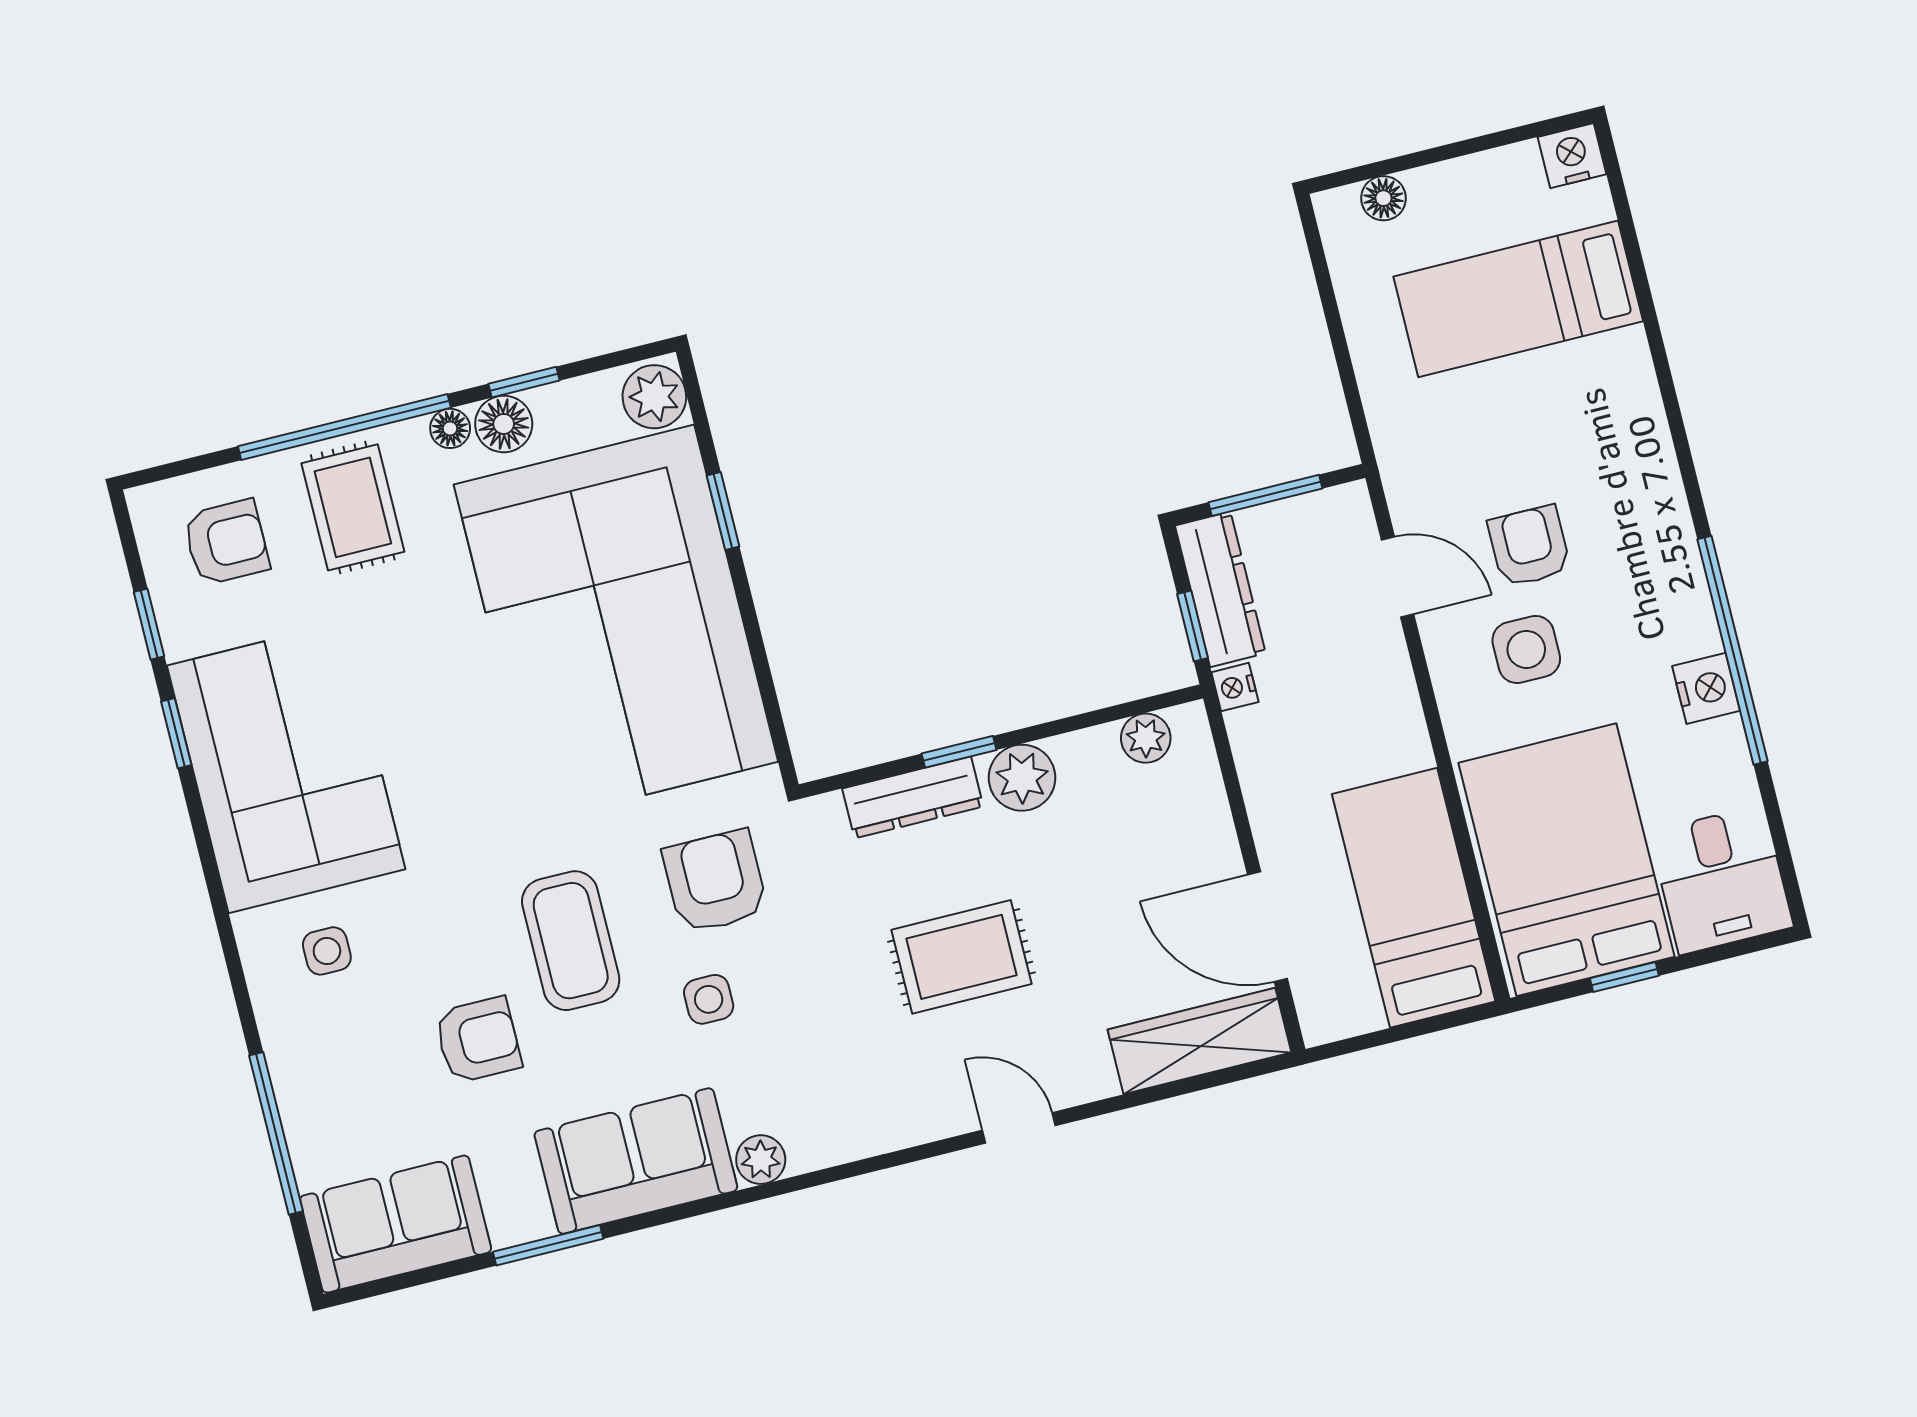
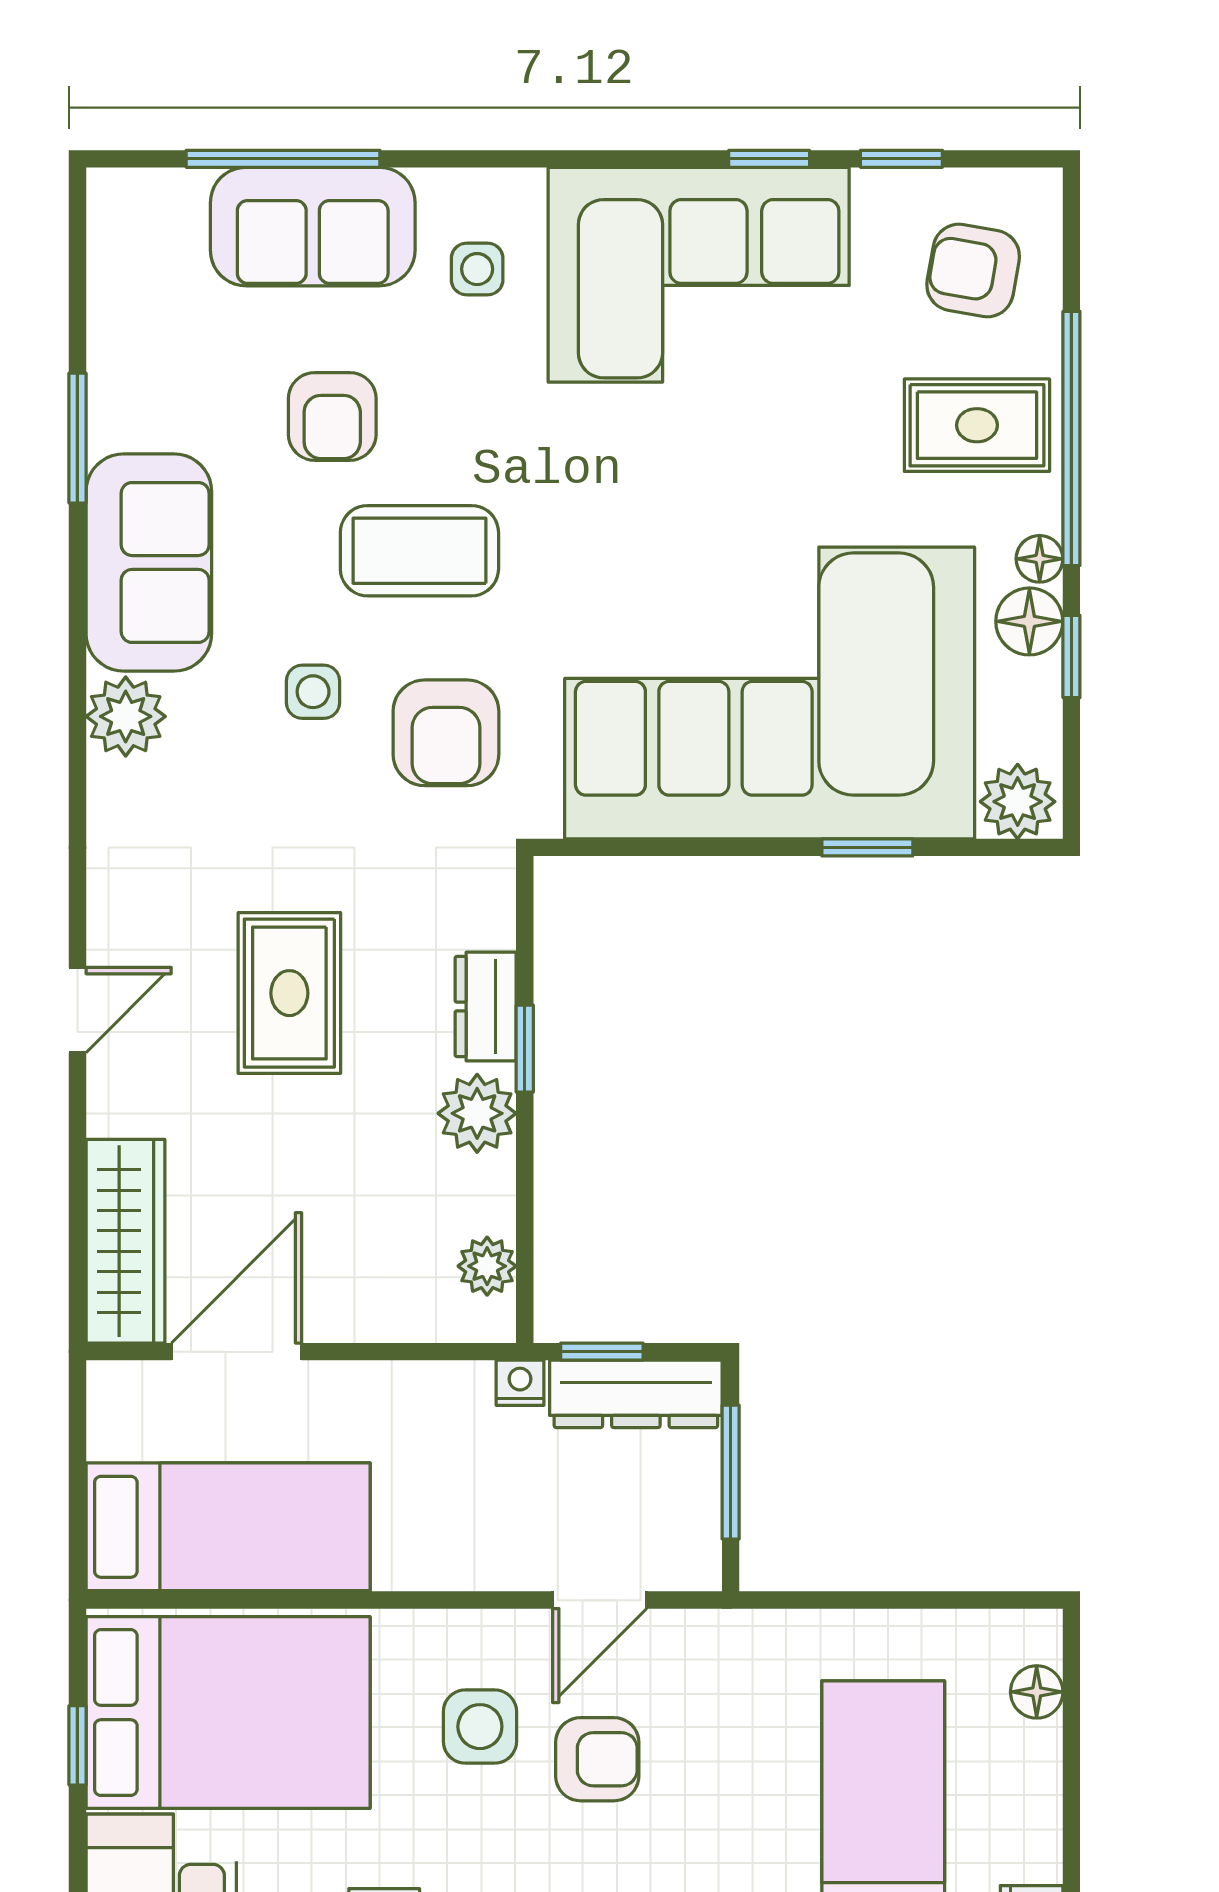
armchair: (226, 542) -> (973, 271), turned 100
dresser: (913, 797) -> (486, 1006), width x0.70
armchair: (715, 881) -> (446, 733), turned 90
plant: (761, 1160) -> (126, 716), width x1.38, depth x1.38
sofa: (396, 1224) -> (313, 227), moved, turned 90

